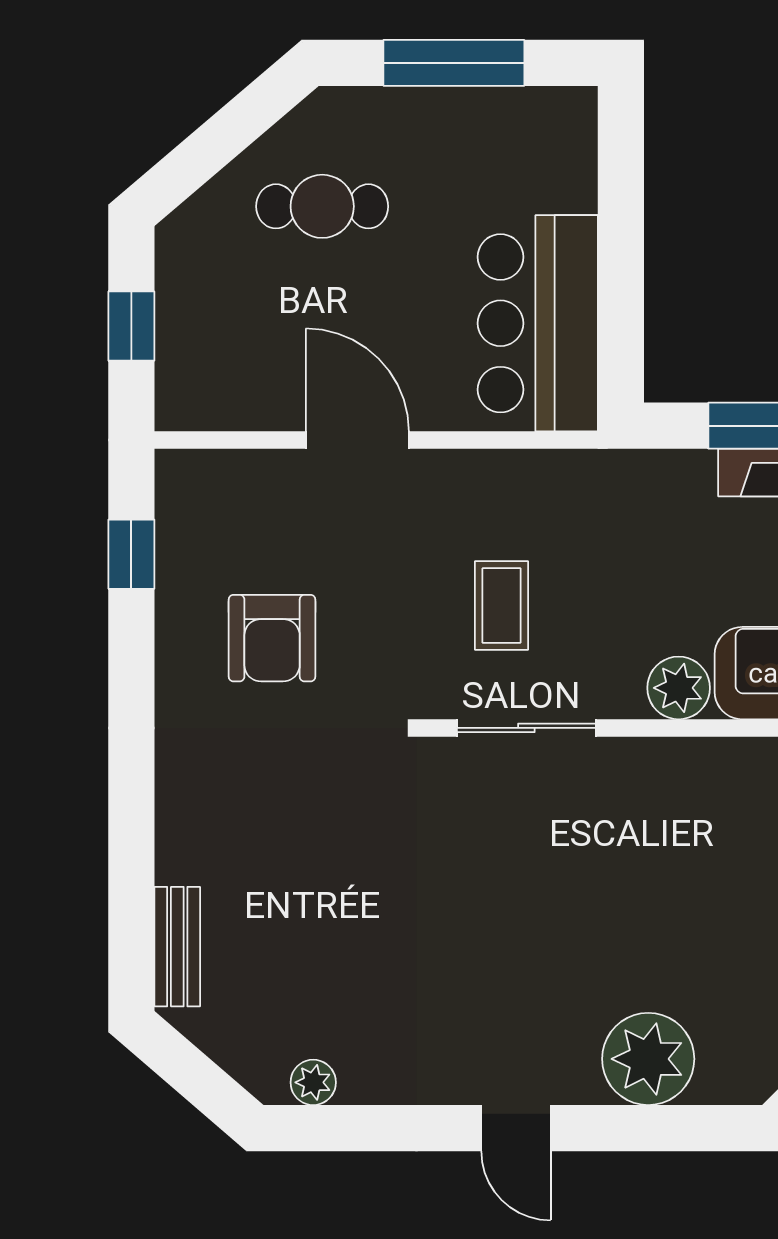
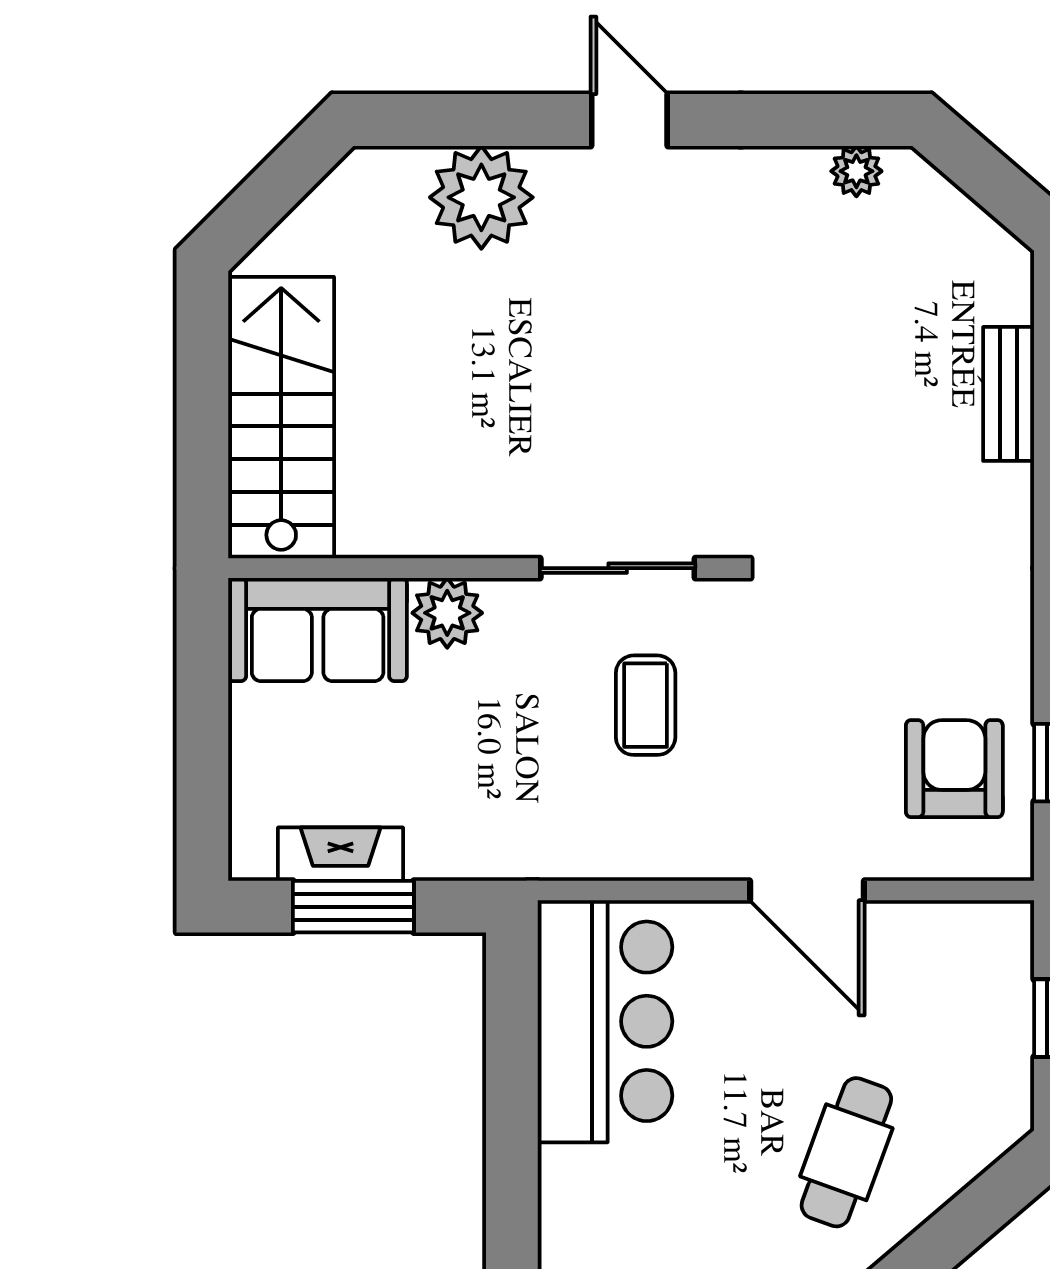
cafe table: (322, 206) -> (846, 1152), turned -70
armchair: (272, 638) -> (954, 769), moved
bench: (177, 947) -> (1009, 394), moved

